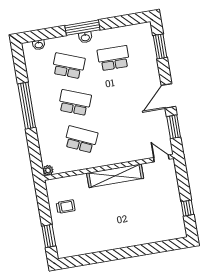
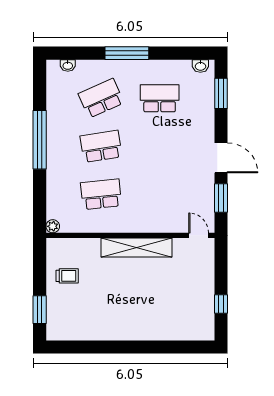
washbasin: (85, 37) -> (200, 66), moved
school desk: (69, 66) -> (101, 98), turned -45
door: (168, 96) -> (221, 158), swing flipped
school desk: (75, 103) -> (101, 146), turned -30
school desk: (81, 139) -> (101, 194), turned -30

